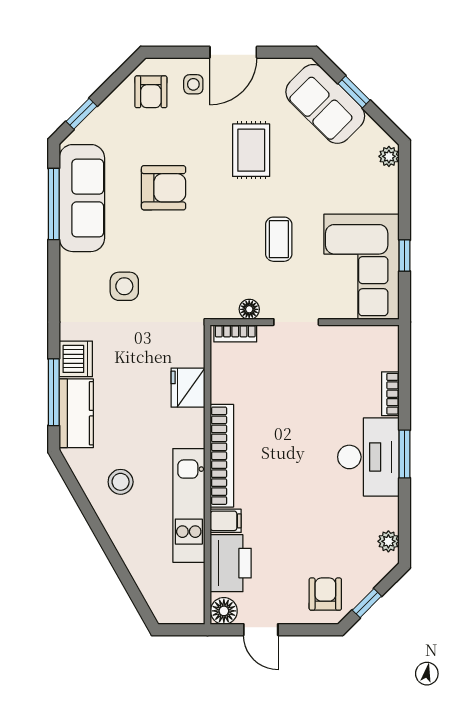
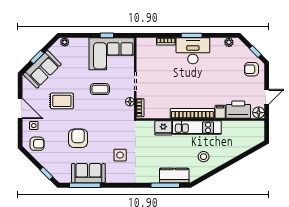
sofa: (82, 198) -> (88, 173), width x0.73
dishwasher: (76, 359) -> (151, 176), removed
kitchen unit: (189, 505) -> (197, 128), moved

